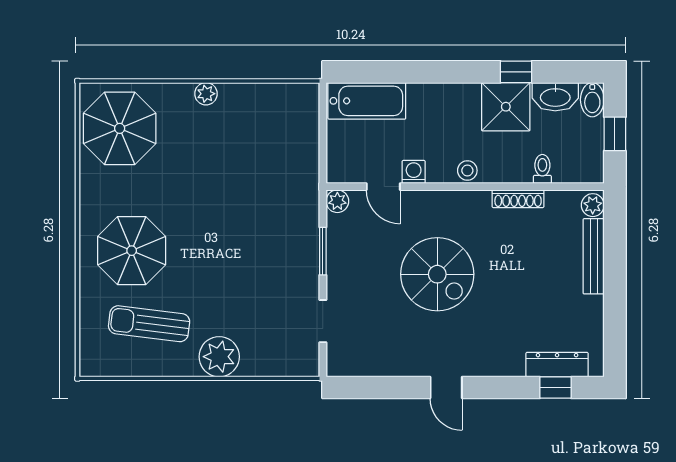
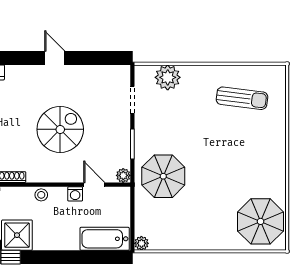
plant: (206, 94) -> (141, 243), moved
parasol: (132, 251) -> (163, 176), moved
spiral stairs: (437, 274) -> (60, 129), turned 90
plant: (219, 357) -> (168, 77), moved

